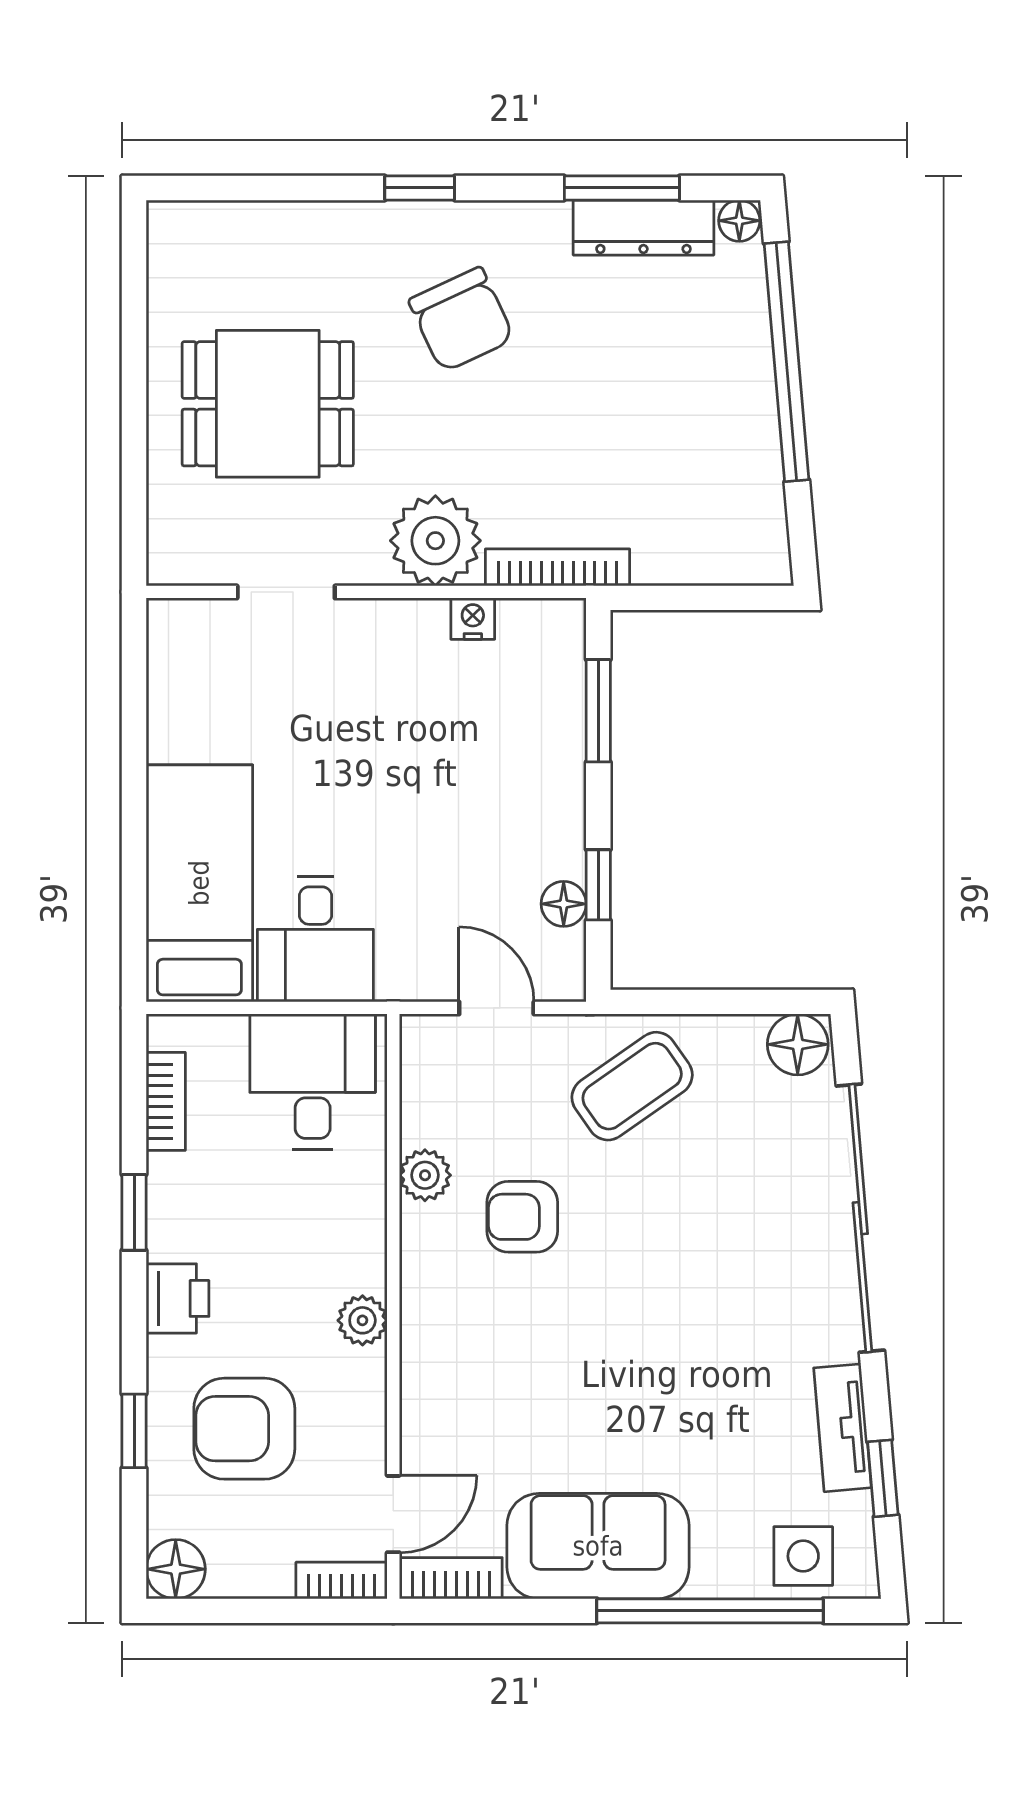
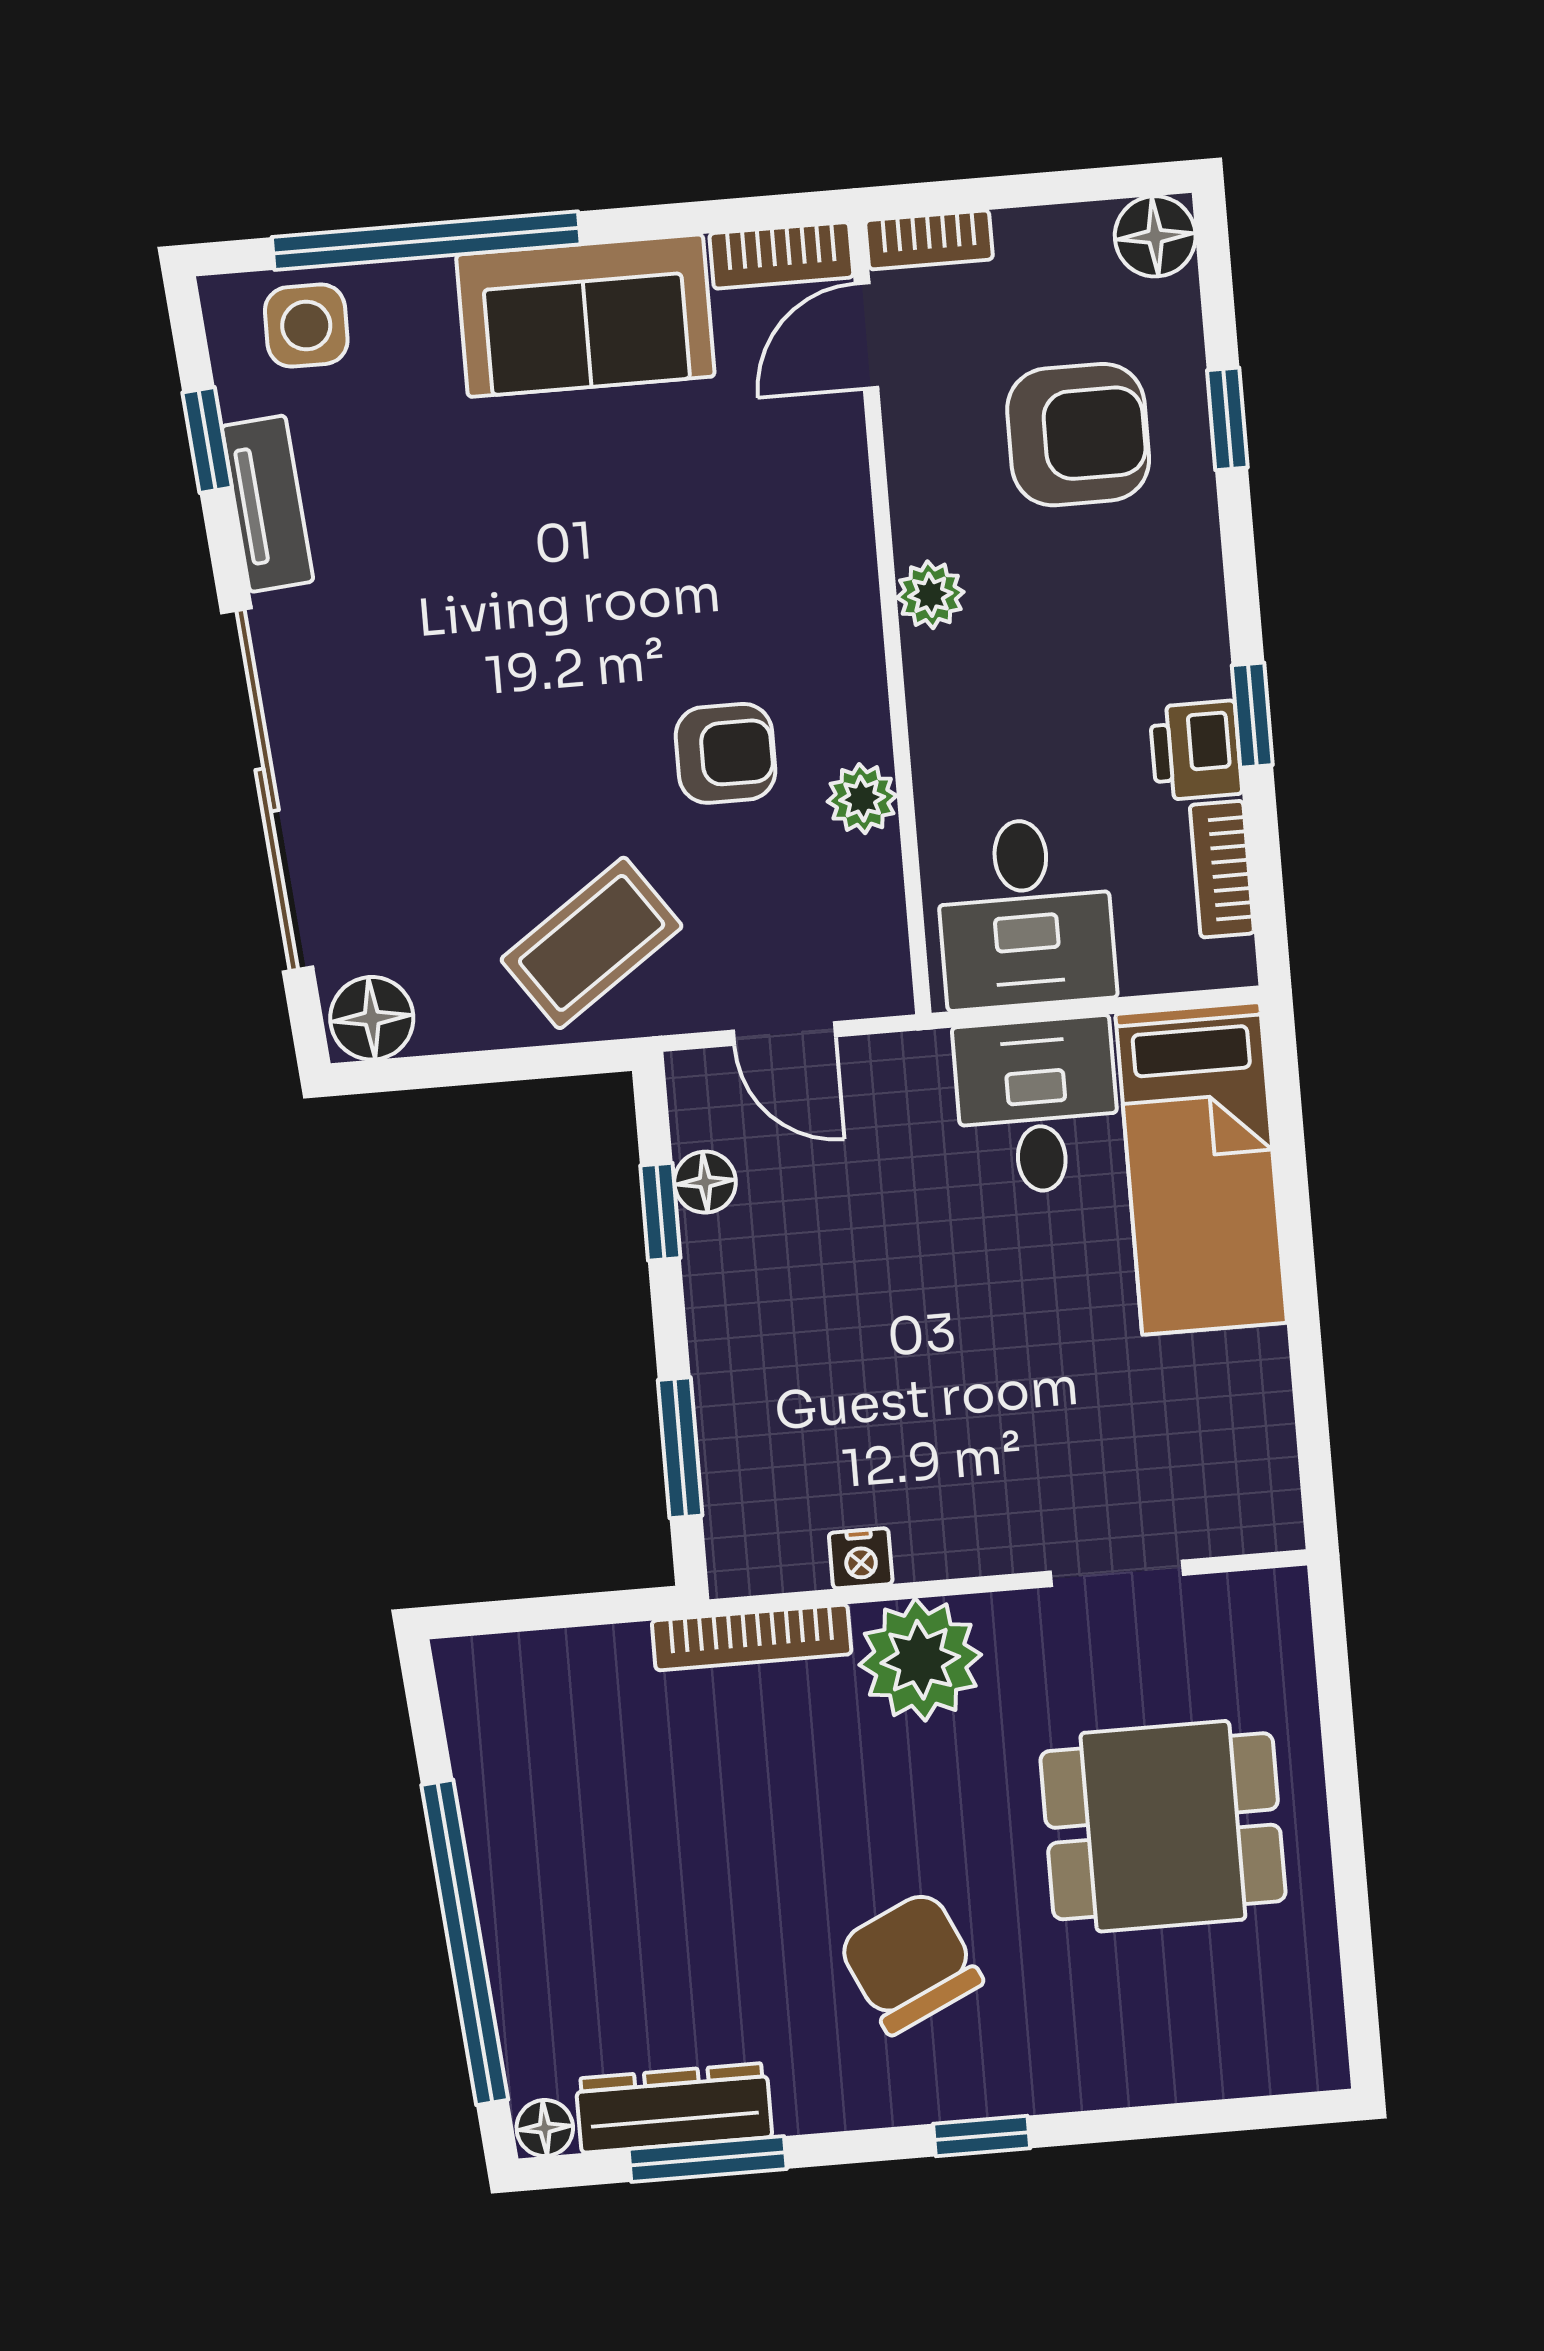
printer: (178, 1298) -> (1196, 751), moved

